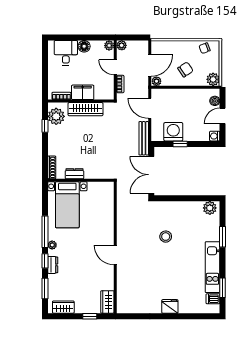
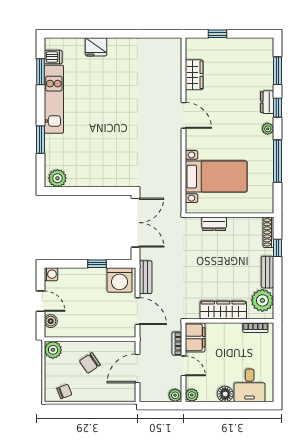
plant: (156, 81) -> (129, 347), removed
filing cabinet: (83, 92) -> (195, 337), moved, turned -90
door: (223, 116) -> (40, 301), hinge flipped
window: (45, 126) -> (277, 248), moved
washing machine: (173, 132) -> (120, 280), moved
bench: (52, 138) -> (268, 272), added
bench: (144, 138) -> (146, 277), width x0.73
dresser: (74, 174) -> (214, 224), moved
bed with nightstands: (67, 205) -> (216, 177), moved, turned 90
window: (45, 232) -> (277, 161), moved
stool: (166, 237) -> (116, 140), removed
wardrobe: (107, 302) -> (194, 75), moved
fridge: (170, 306) -> (96, 47), moved
wardrobe: (63, 307) -> (253, 46), removed

